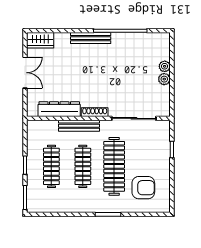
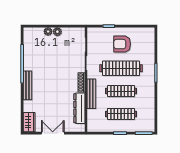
armchair: (143, 188) -> (122, 44), moved, turned -90

